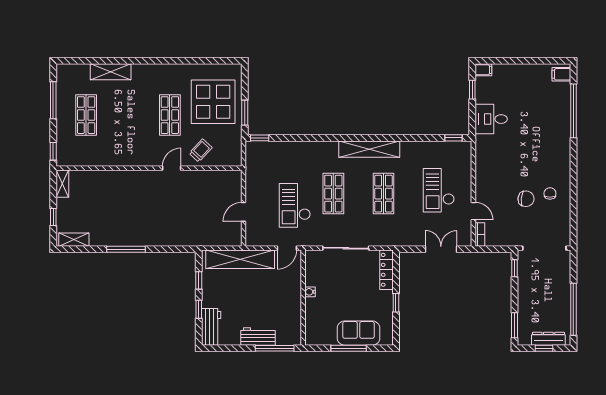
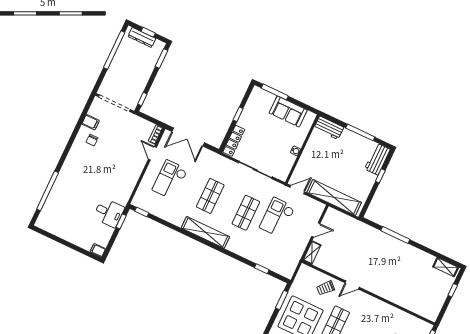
filing cabinet: (561, 74) -> (91, 122), moved
window: (472, 90) -> (121, 221), moved
window: (260, 138) -> (262, 269), moved
shelving: (62, 184) -> (312, 253), moved
checkout: (439, 190) -> (170, 180), turned 180
chair: (526, 199) -> (111, 144), removed
checkout: (295, 205) -> (277, 217), turned 180
window: (126, 249) -> (395, 235), moved
double door: (441, 249) -> (188, 137), width x1.37
window: (199, 280) -> (371, 196), removed
sofa: (359, 333) -> (288, 112), moved
workbench: (258, 336) -> (329, 128), moved
window: (275, 348) -> (360, 132), moved
window: (349, 348) -> (275, 92), moved

